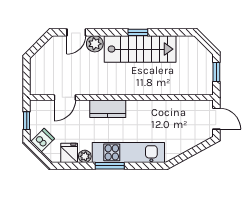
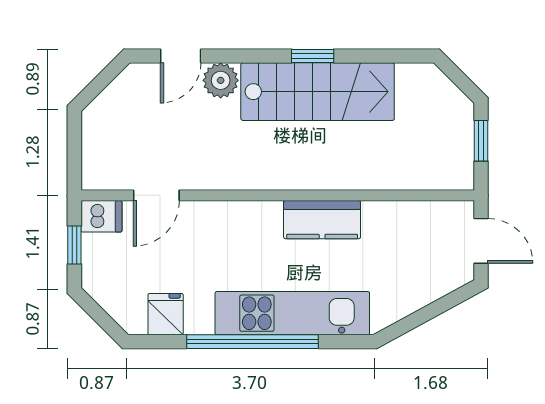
kitchen counter: (108, 109) -> (322, 220), moved
dishwasher: (43, 140) -> (101, 216), moved, turned 45
plant: (85, 156) -> (199, 322), removed
window: (110, 166) -> (253, 342), width x2.11

